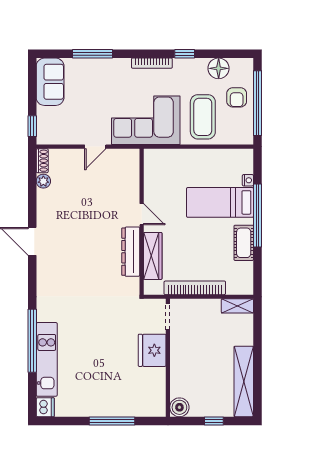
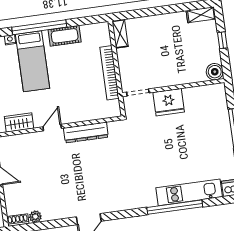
wardrobe: (153, 256) -> (19, 122), moved, width x0.67
shelving: (244, 381) -> (201, 15), width x0.45, depth x0.75

